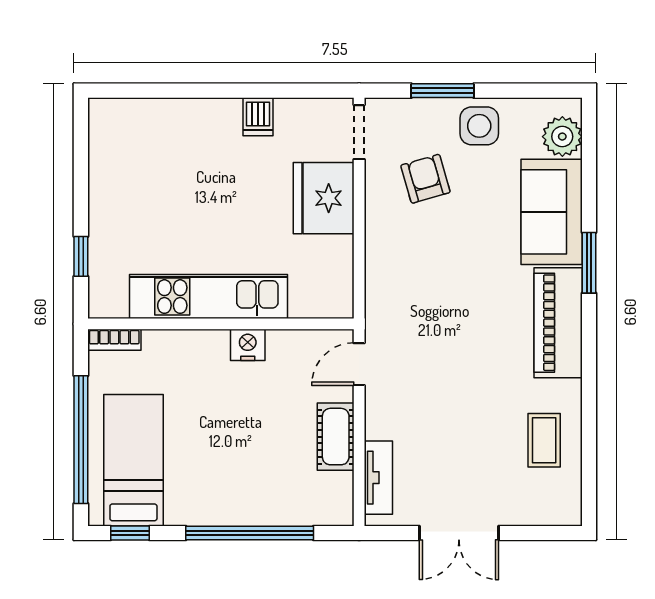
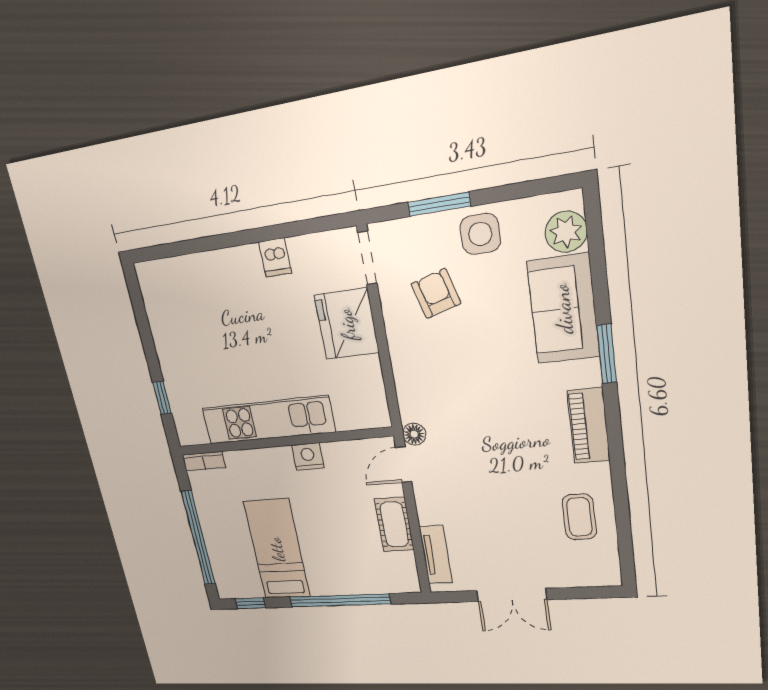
piano: (558, 323) -> (589, 426), width x0.73, depth x0.75
floor lamp: (377, 329) -> (414, 434), added
bed: (133, 460) -> (277, 549), moved

